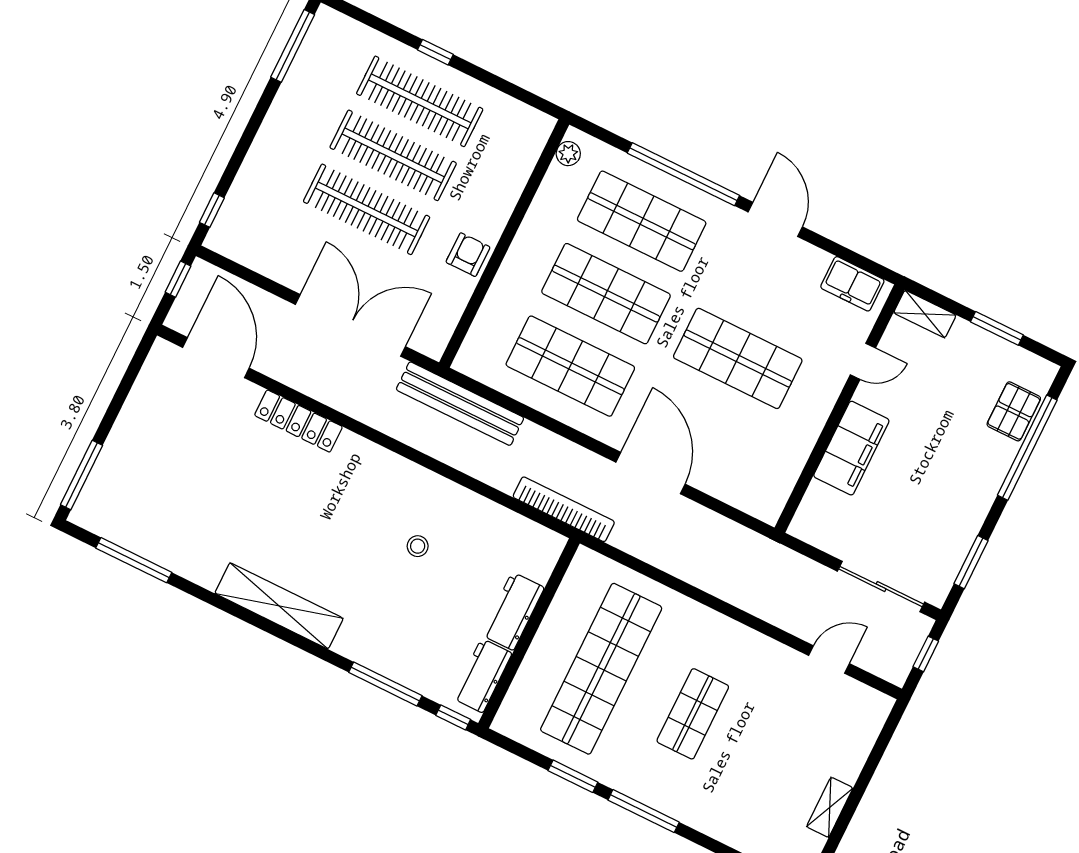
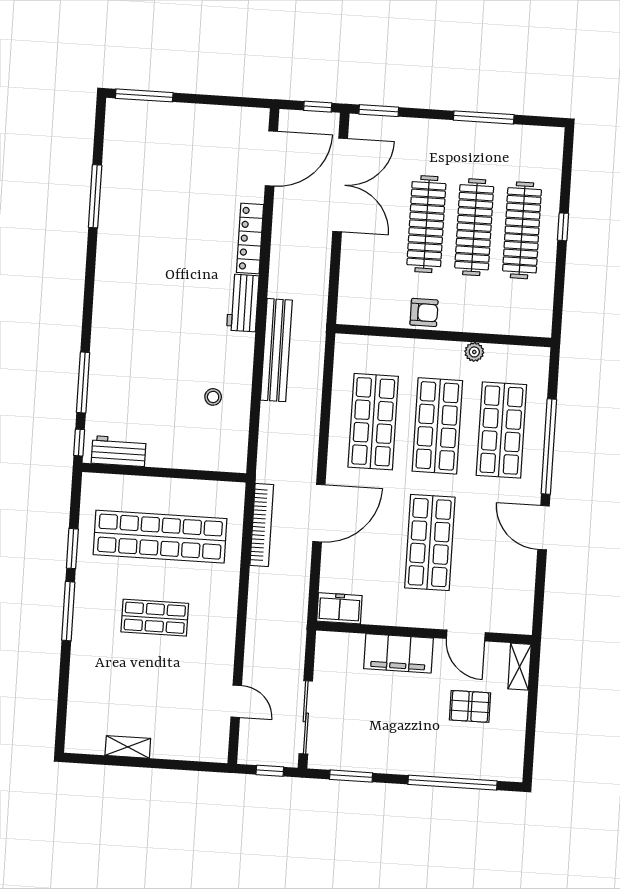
window: (293, 46) -> (484, 117), moved
plant: (568, 154) -> (474, 352), moved
window: (212, 210) -> (379, 111), width x1.50
door: (775, 219) -> (544, 528), swing flipped
freezer: (852, 284) -> (339, 608), moved, turned 90
double door: (350, 325) -> (340, 185), moved
window: (997, 328) -> (531, 724), removed
door: (863, 361) -> (466, 635), width x1.38
bench: (460, 404) -> (276, 350), moved
pallet: (1014, 411) -> (470, 706), moved
bookcase: (564, 509) -> (262, 525), moved
stool: (418, 546) -> (213, 397), moved
window: (134, 560) -> (95, 196), moved
shelving: (279, 606) -> (108, 281), removed
workbench: (513, 611) -> (243, 303), moved, turned -90

